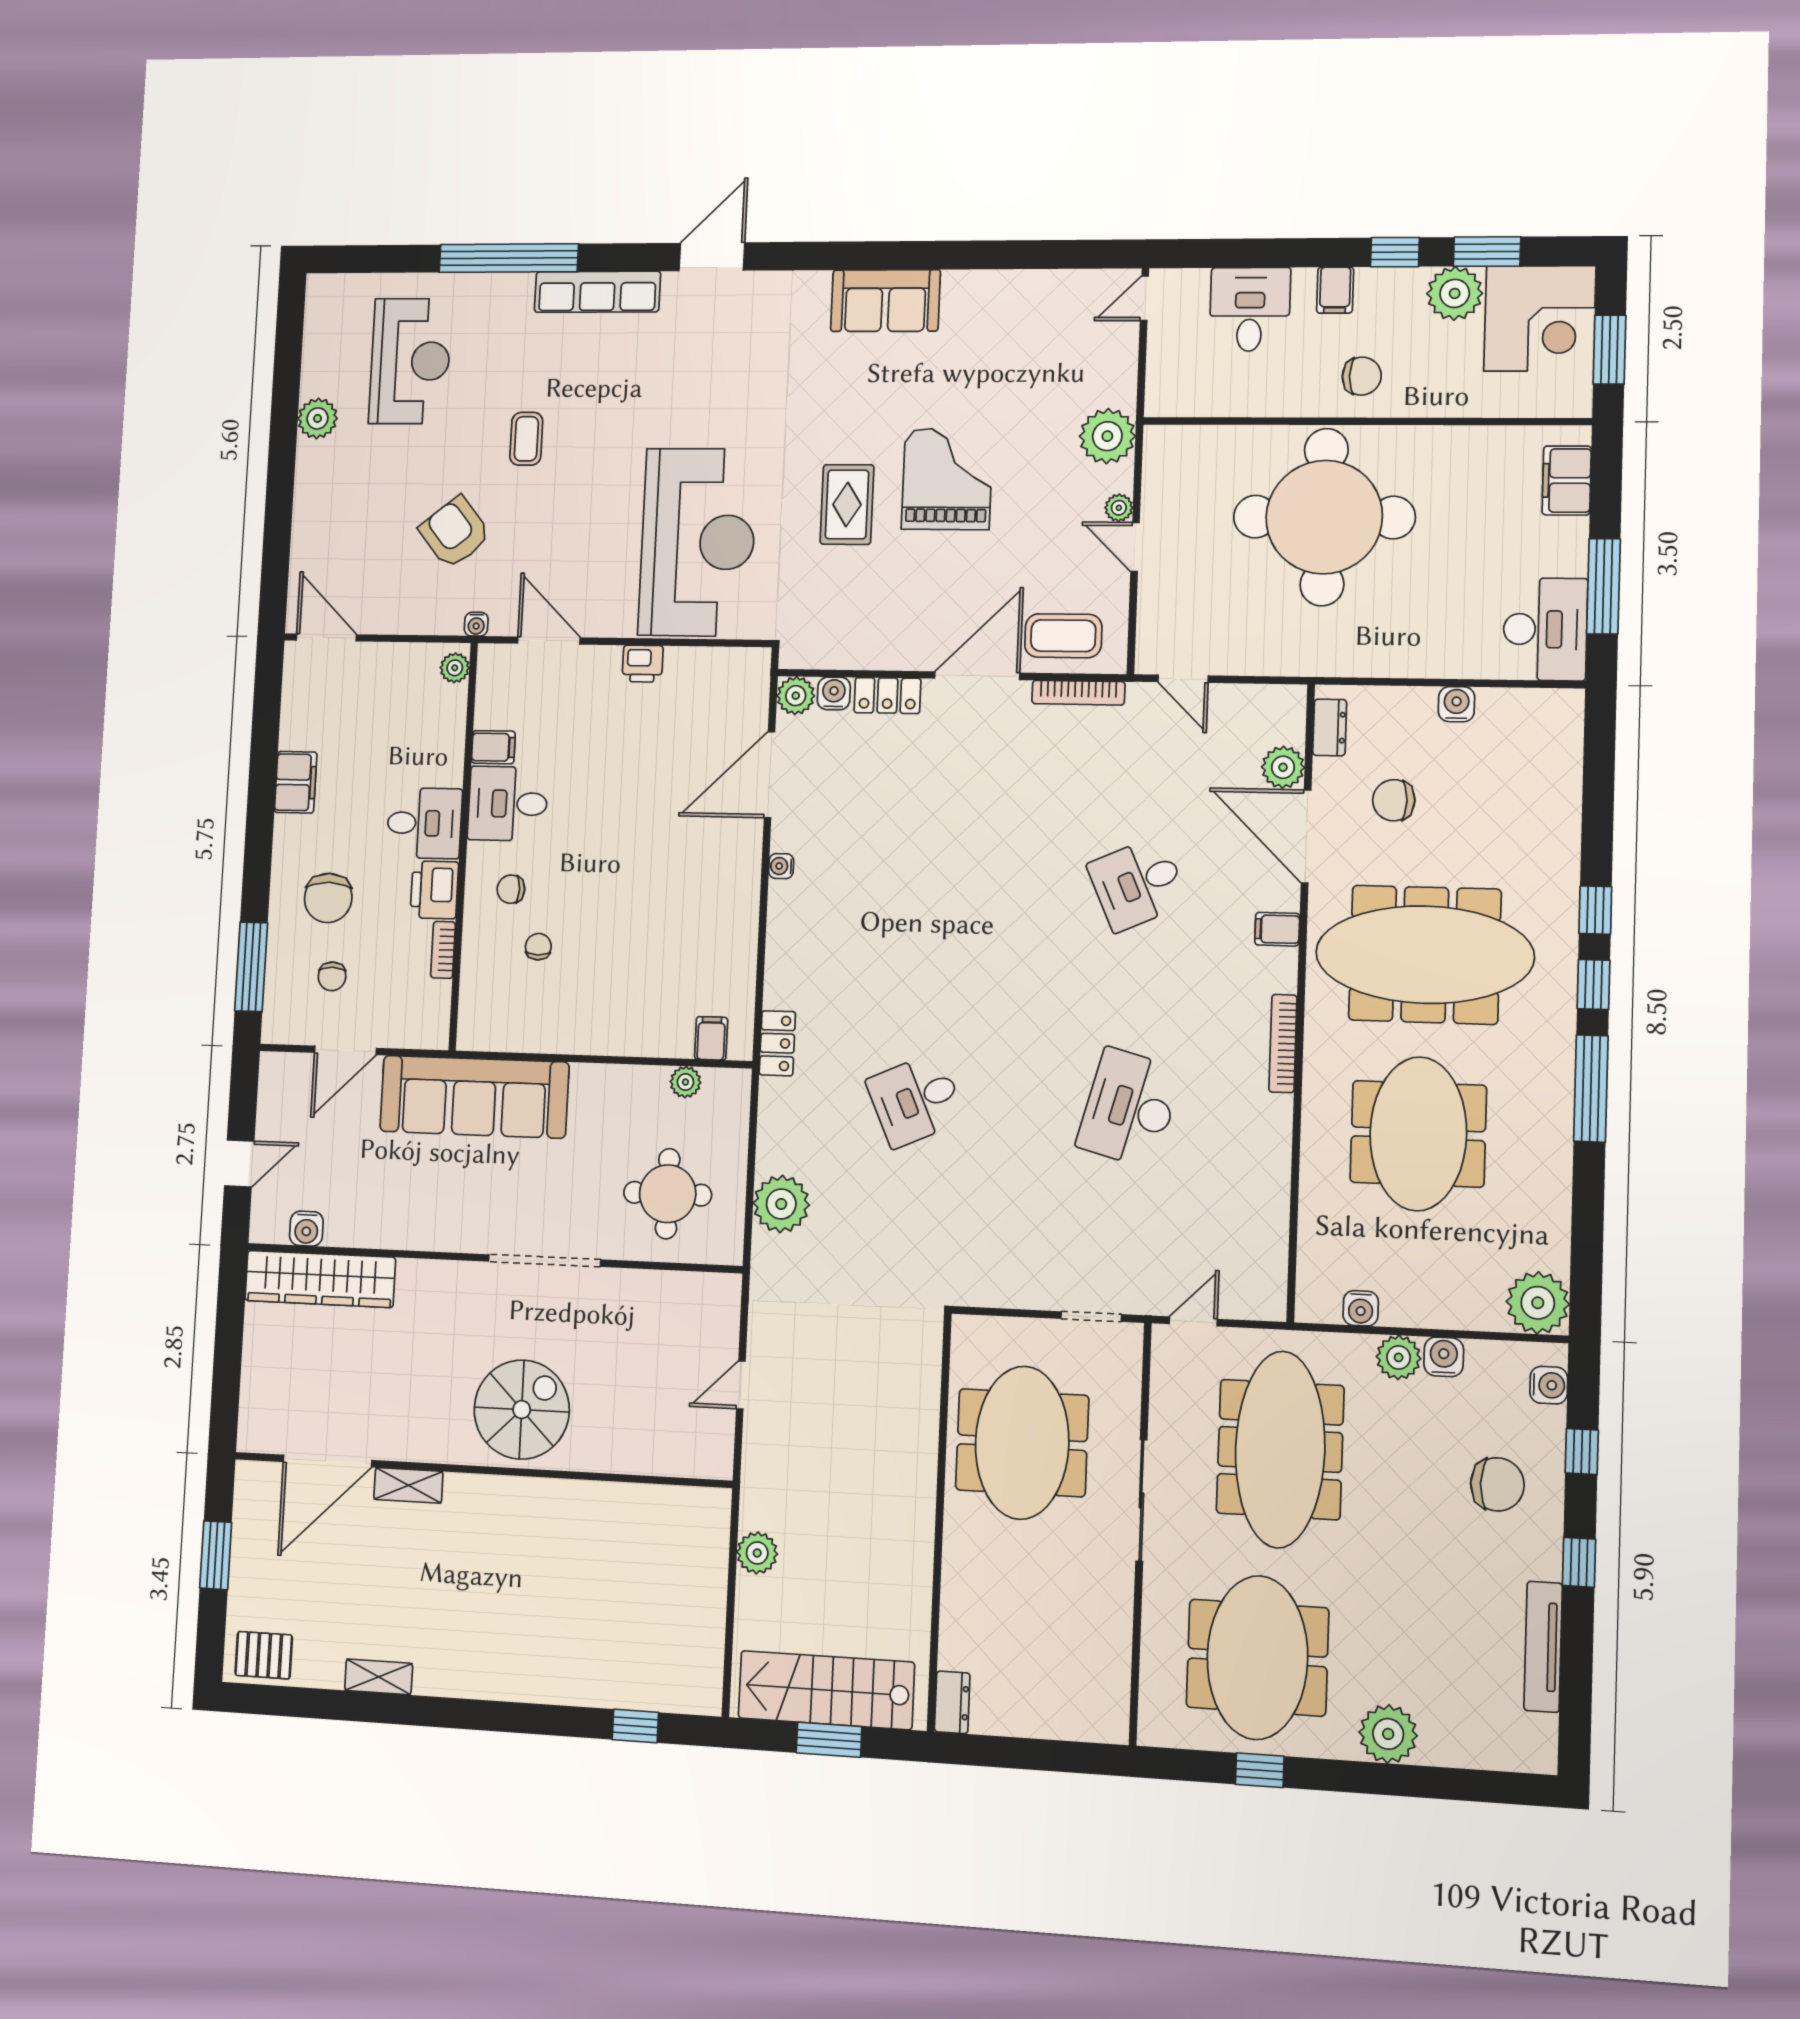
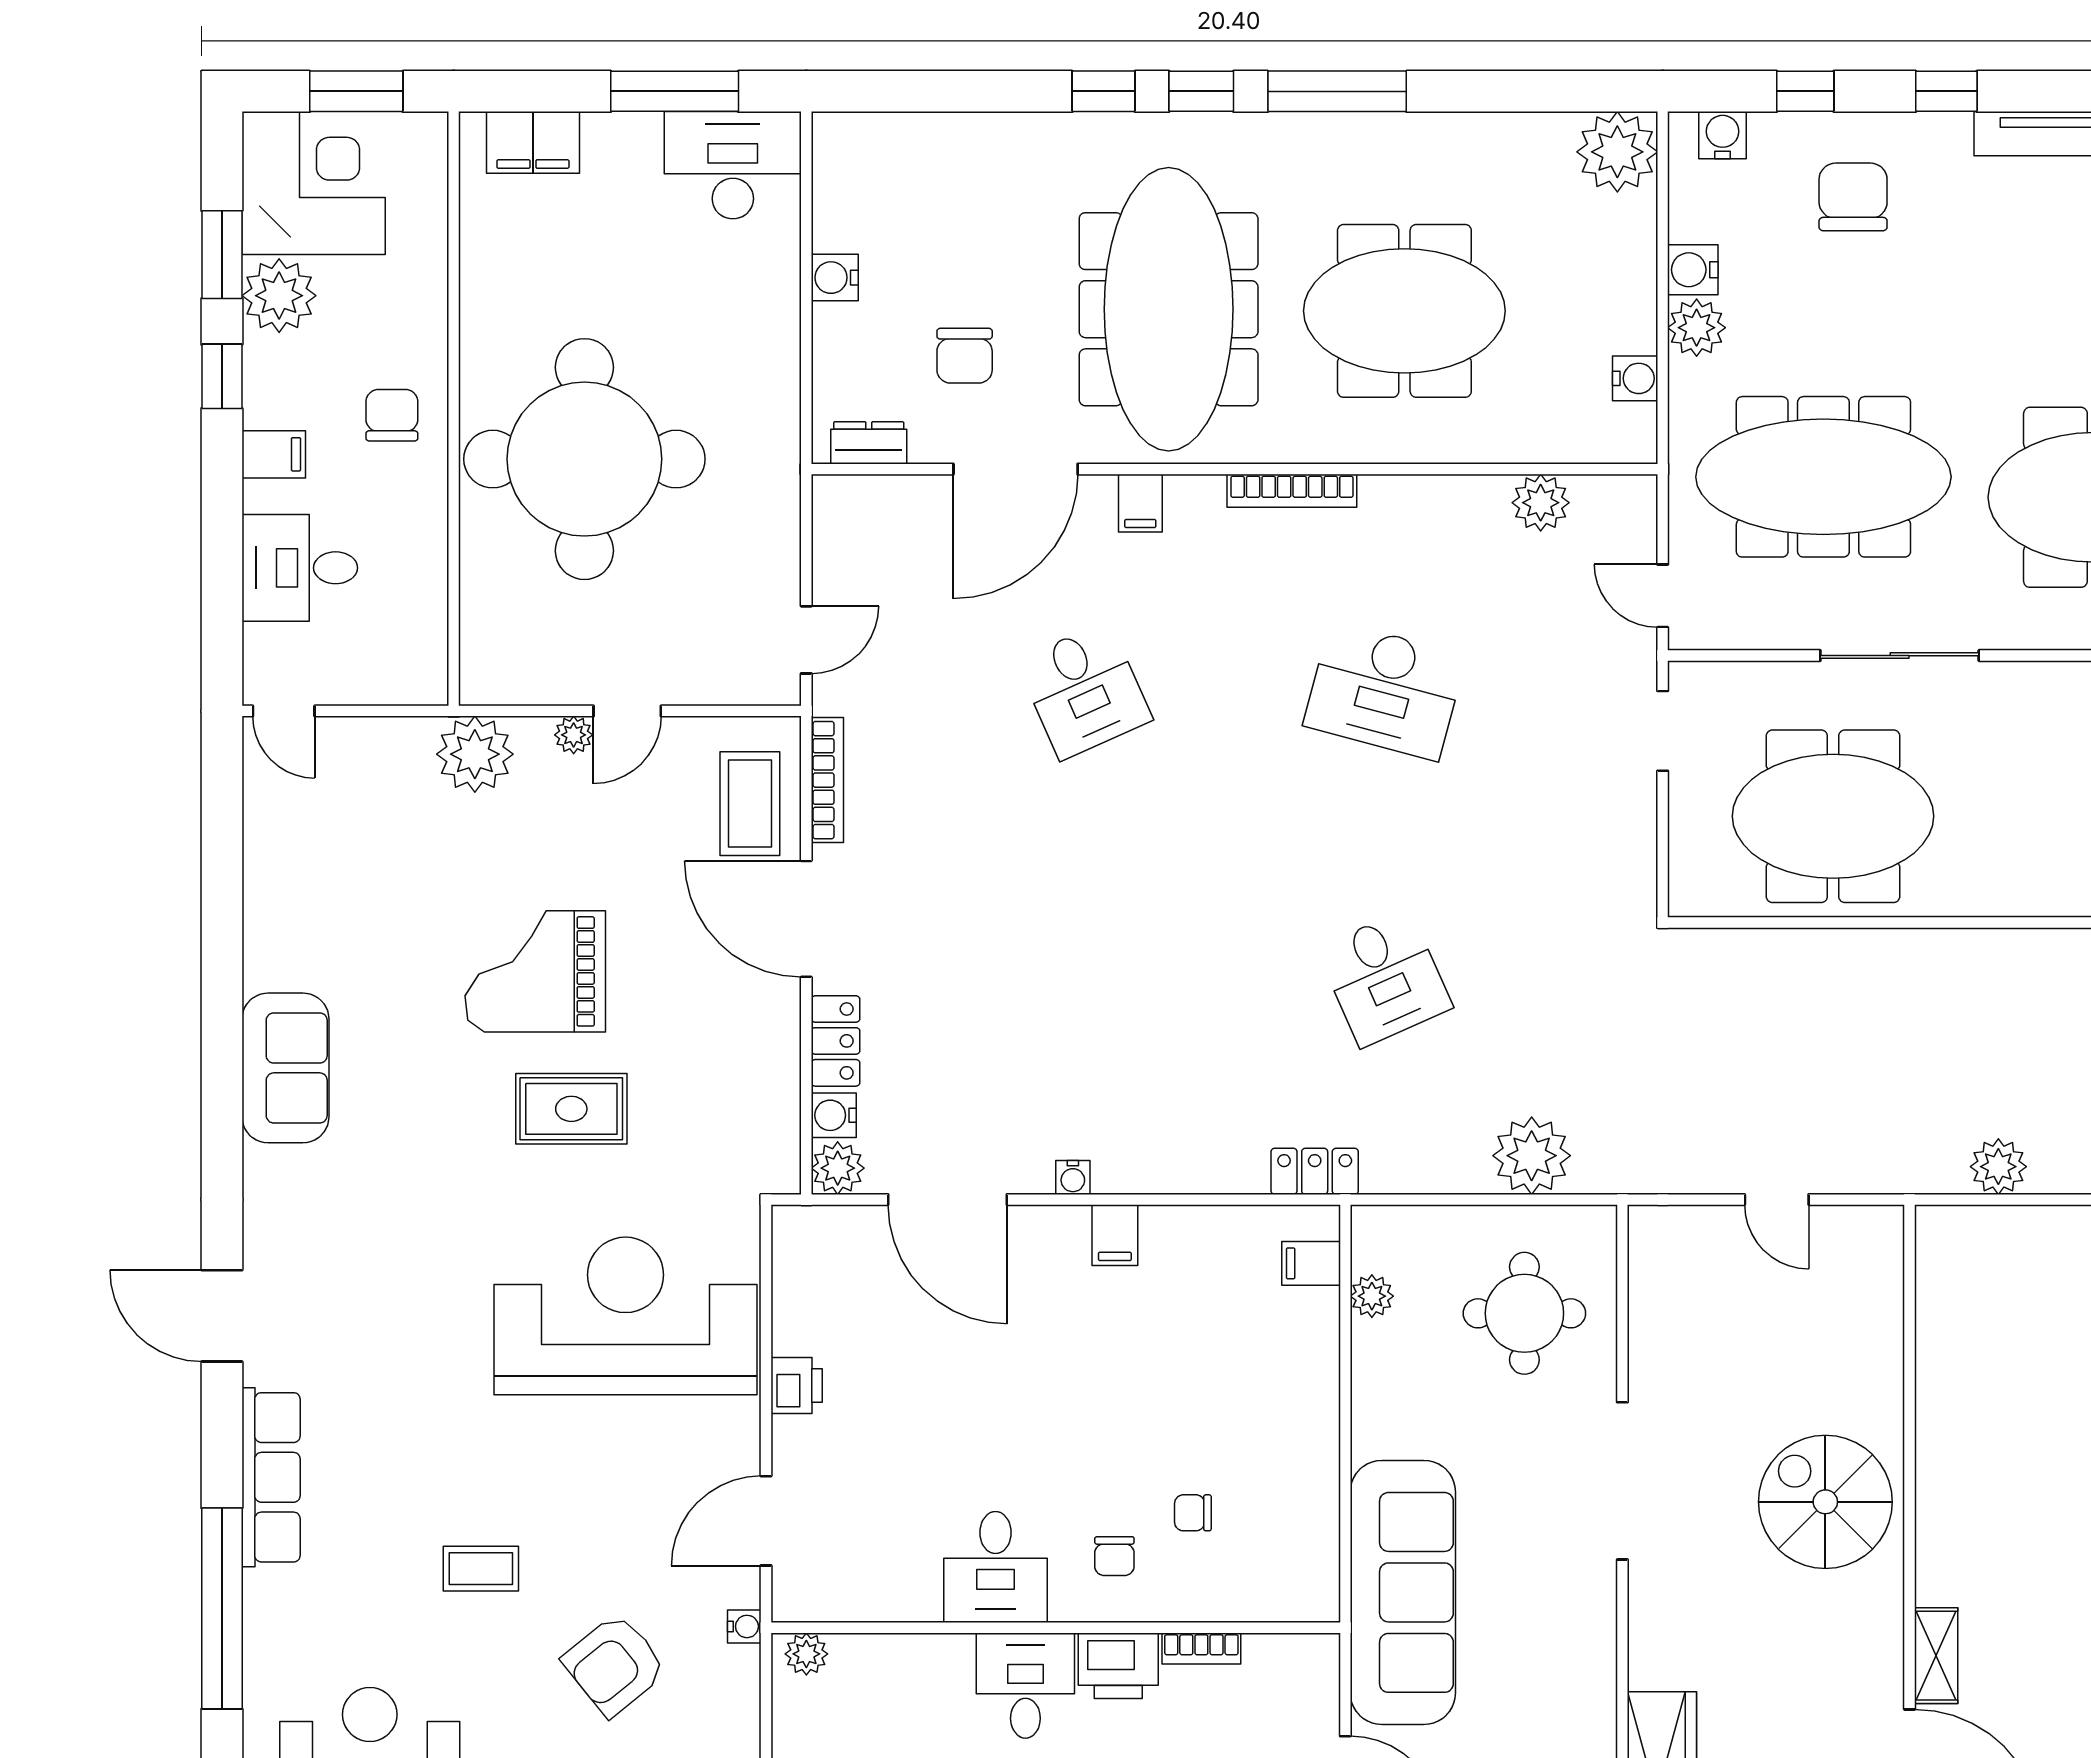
filing cabinet: (493, 747) -> (1115, 1235), moved, turned 180
plant: (1283, 767) -> (1541, 503), moved

